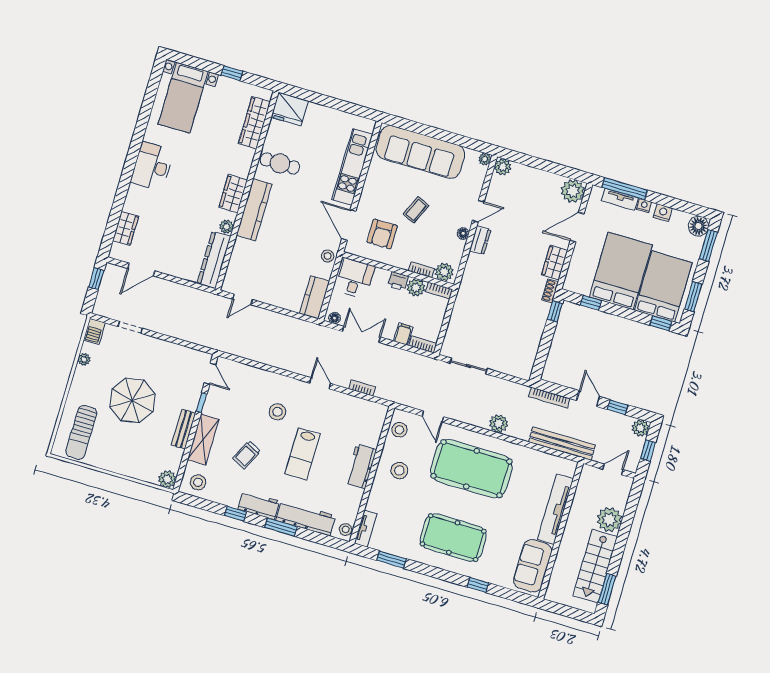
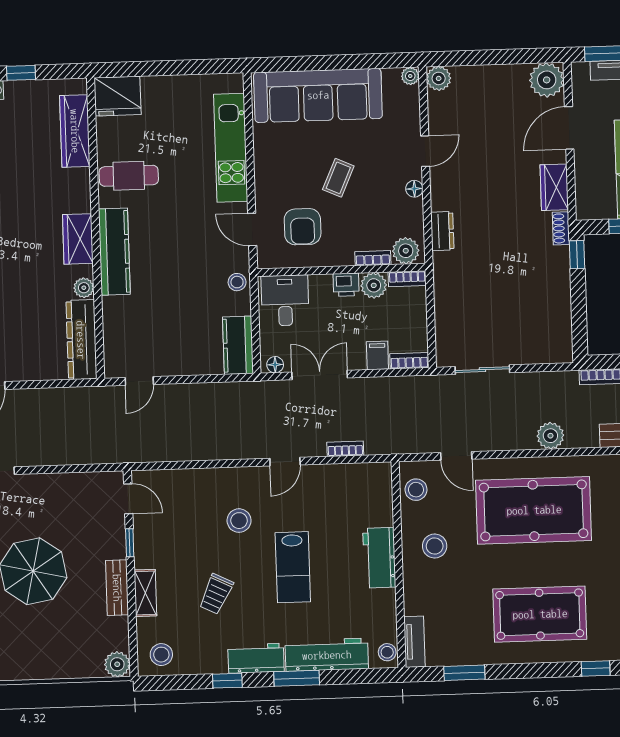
door: (349, 225) -> (252, 229), width x0.73
dresser: (480, 240) -> (442, 231), moved
door: (320, 383) -> (285, 462), swing flipped
shelving: (203, 439) -> (145, 593), width x0.67, depth x0.75

